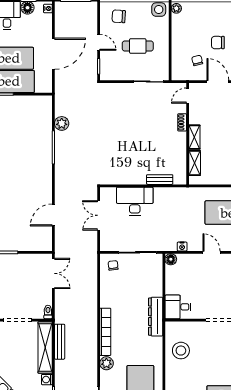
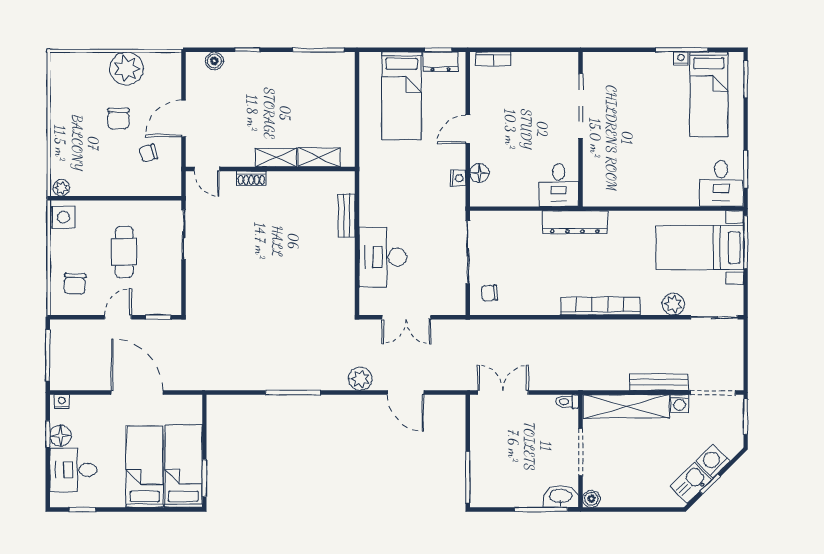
plant: (62, 123) -> (360, 379), moved
floor lamp: (171, 259) -> (479, 173), moved
bench: (60, 342) -> (659, 382), moved
stool: (181, 351) -> (631, 180), removed
plant: (106, 363) -> (673, 304), moved

